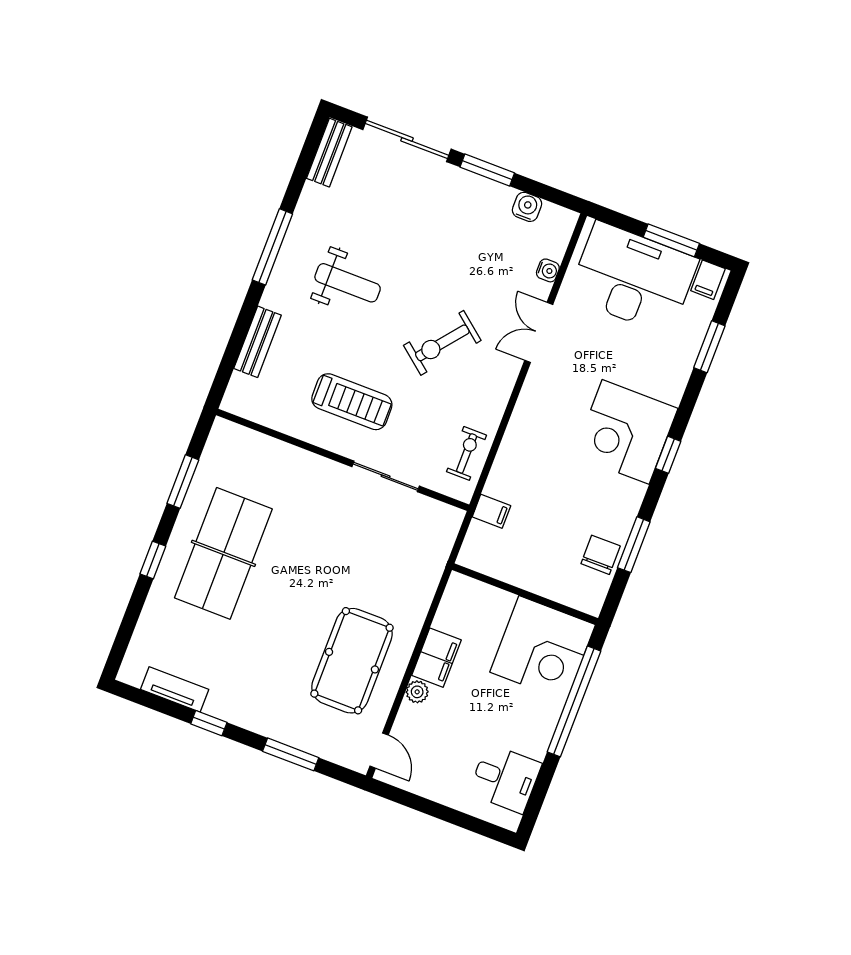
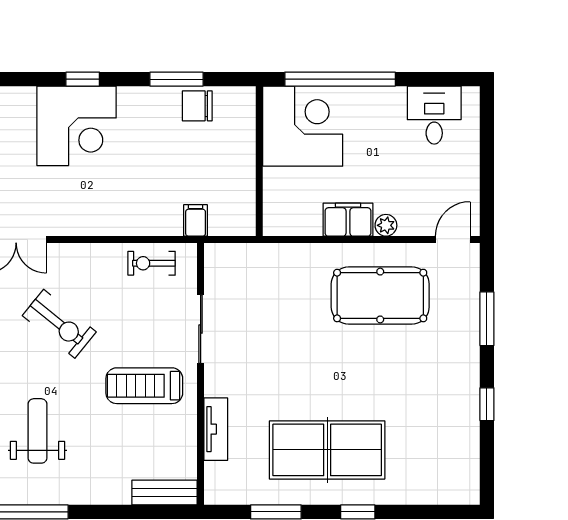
bench: (258, 342) -> (165, 492), moved
treadmill: (352, 402) -> (144, 386), turned -90
tv unit: (175, 689) -> (216, 429), moved, turned 180

